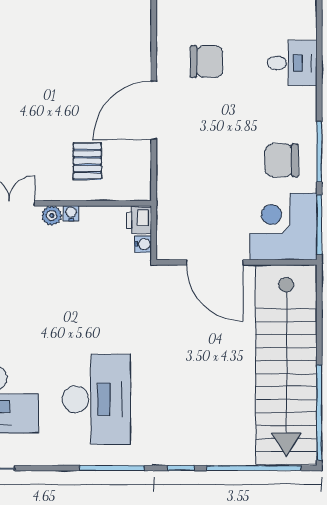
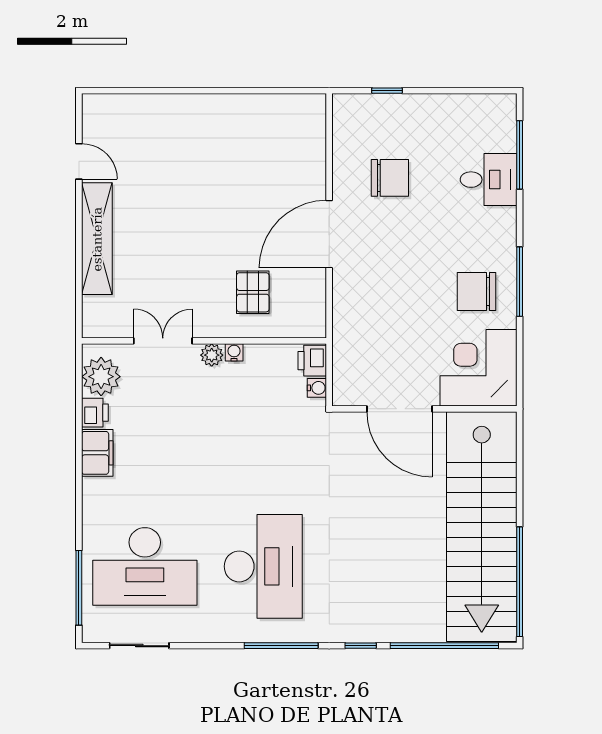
window: (319, 225) -> (520, 155), moved

